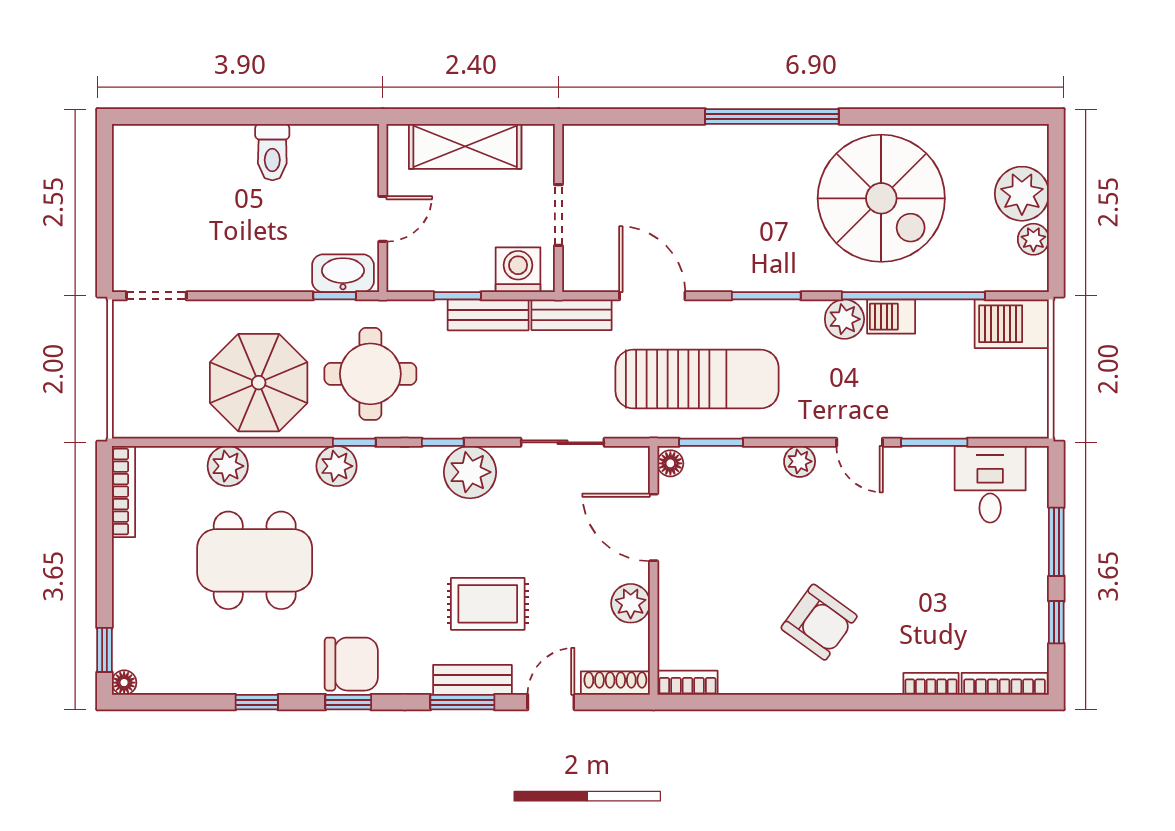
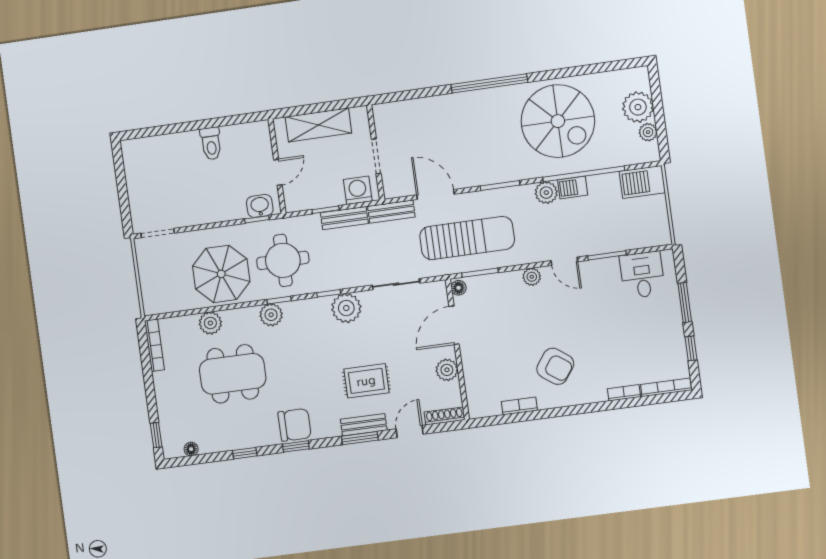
washbasin: (343, 273) -> (260, 206), width x0.72
door: (654, 527) -> (454, 325), hinge flipped
floor lamp: (124, 683) -> (191, 449), moved
bookcase: (687, 683) -> (519, 406), moved

